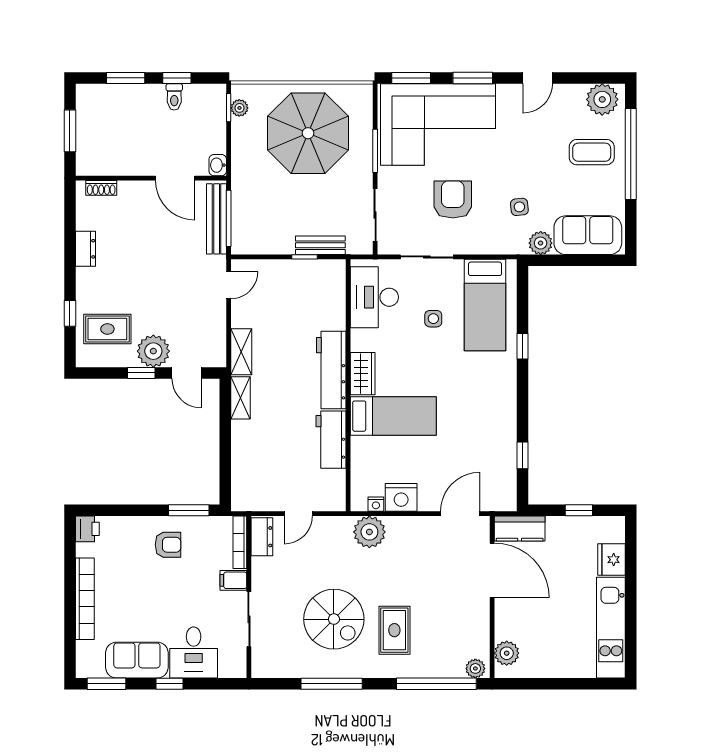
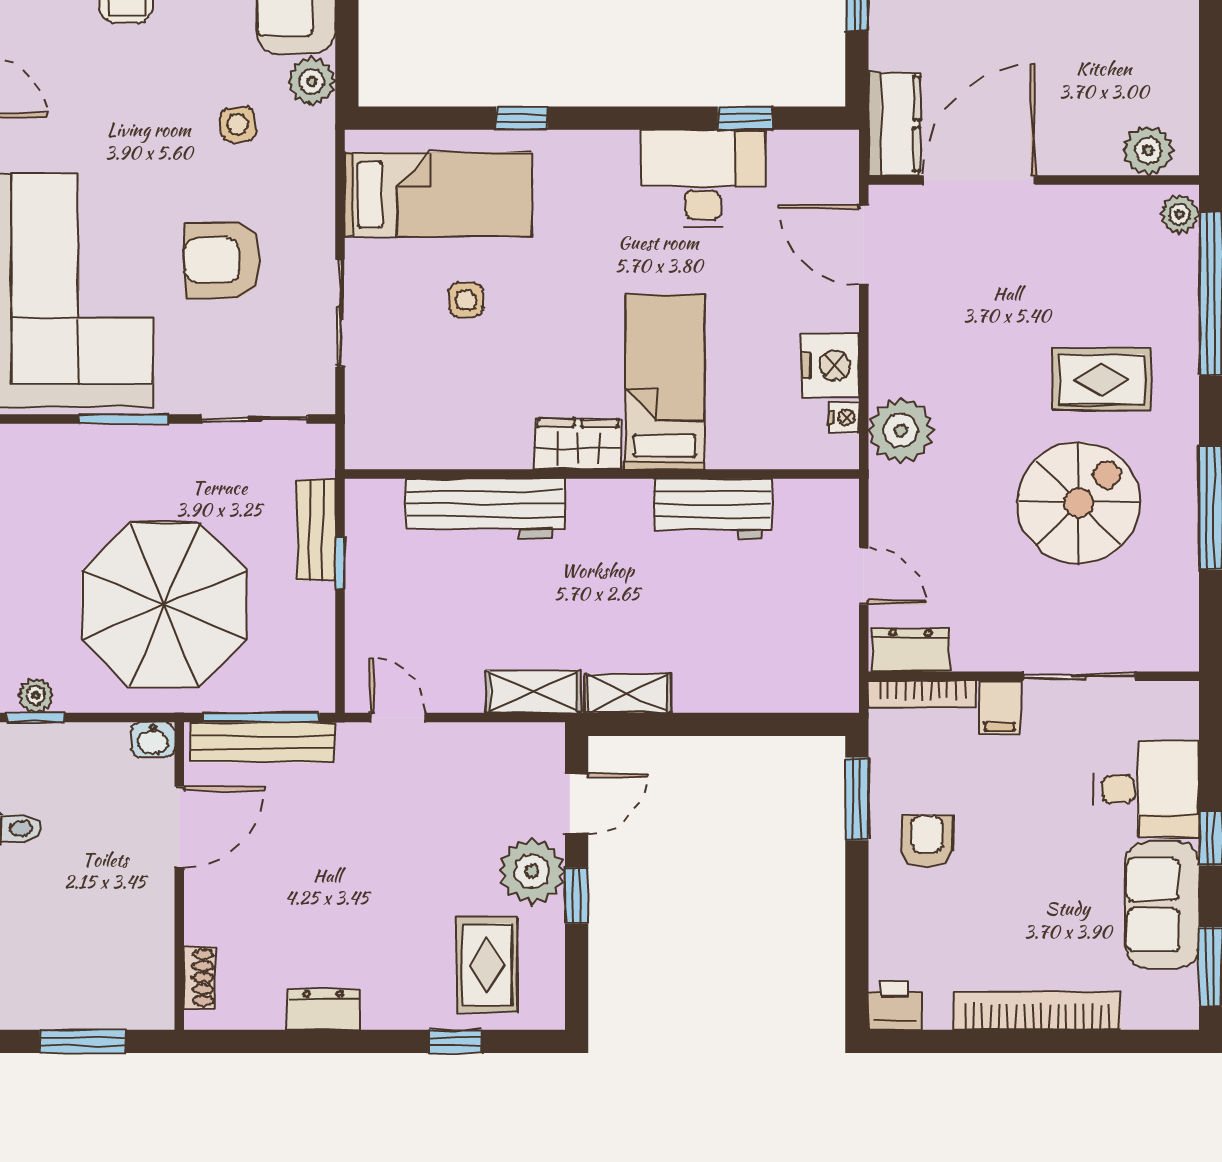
parasol: (308, 133) -> (164, 605), moved
desk: (374, 297) -> (703, 179), moved, turned 180
workbench: (331, 370) -> (485, 508), moved

